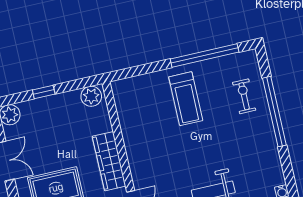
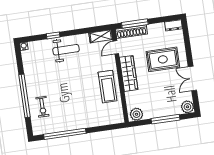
window: (44, 92) -> (166, 119), width x2.17
treadmill: (186, 99) -> (108, 87), moved, turned 180

